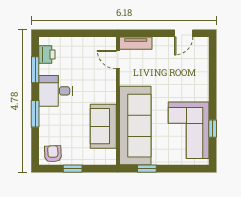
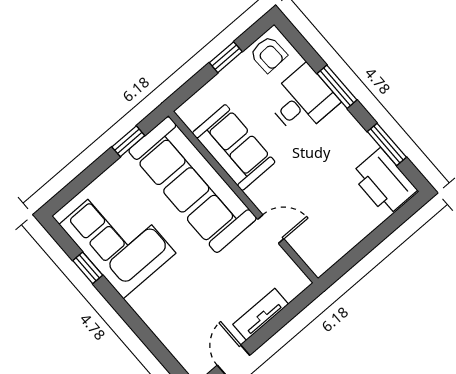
tv unit: (136, 43) -> (261, 314), moved
printer: (47, 54) -> (384, 182), width x1.87, depth x1.48
door: (118, 60) -> (271, 229), moved
desk: (56, 91) -> (302, 100), moved

